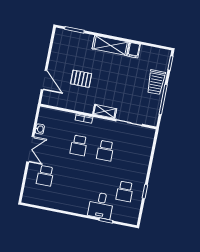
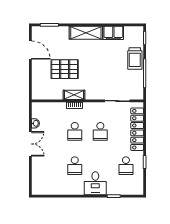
filing cabinet: (134, 50) -> (113, 33), width x2.00
pallet: (81, 79) -> (65, 69), width x1.50, depth x1.42
door: (44, 80) -> (30, 50), moved
shelving: (105, 111) -> (74, 95), moved
locker: (144, 156) -> (137, 129), added
school desk: (45, 176) -> (75, 166), moved
desk: (101, 206) -> (95, 183), moved

